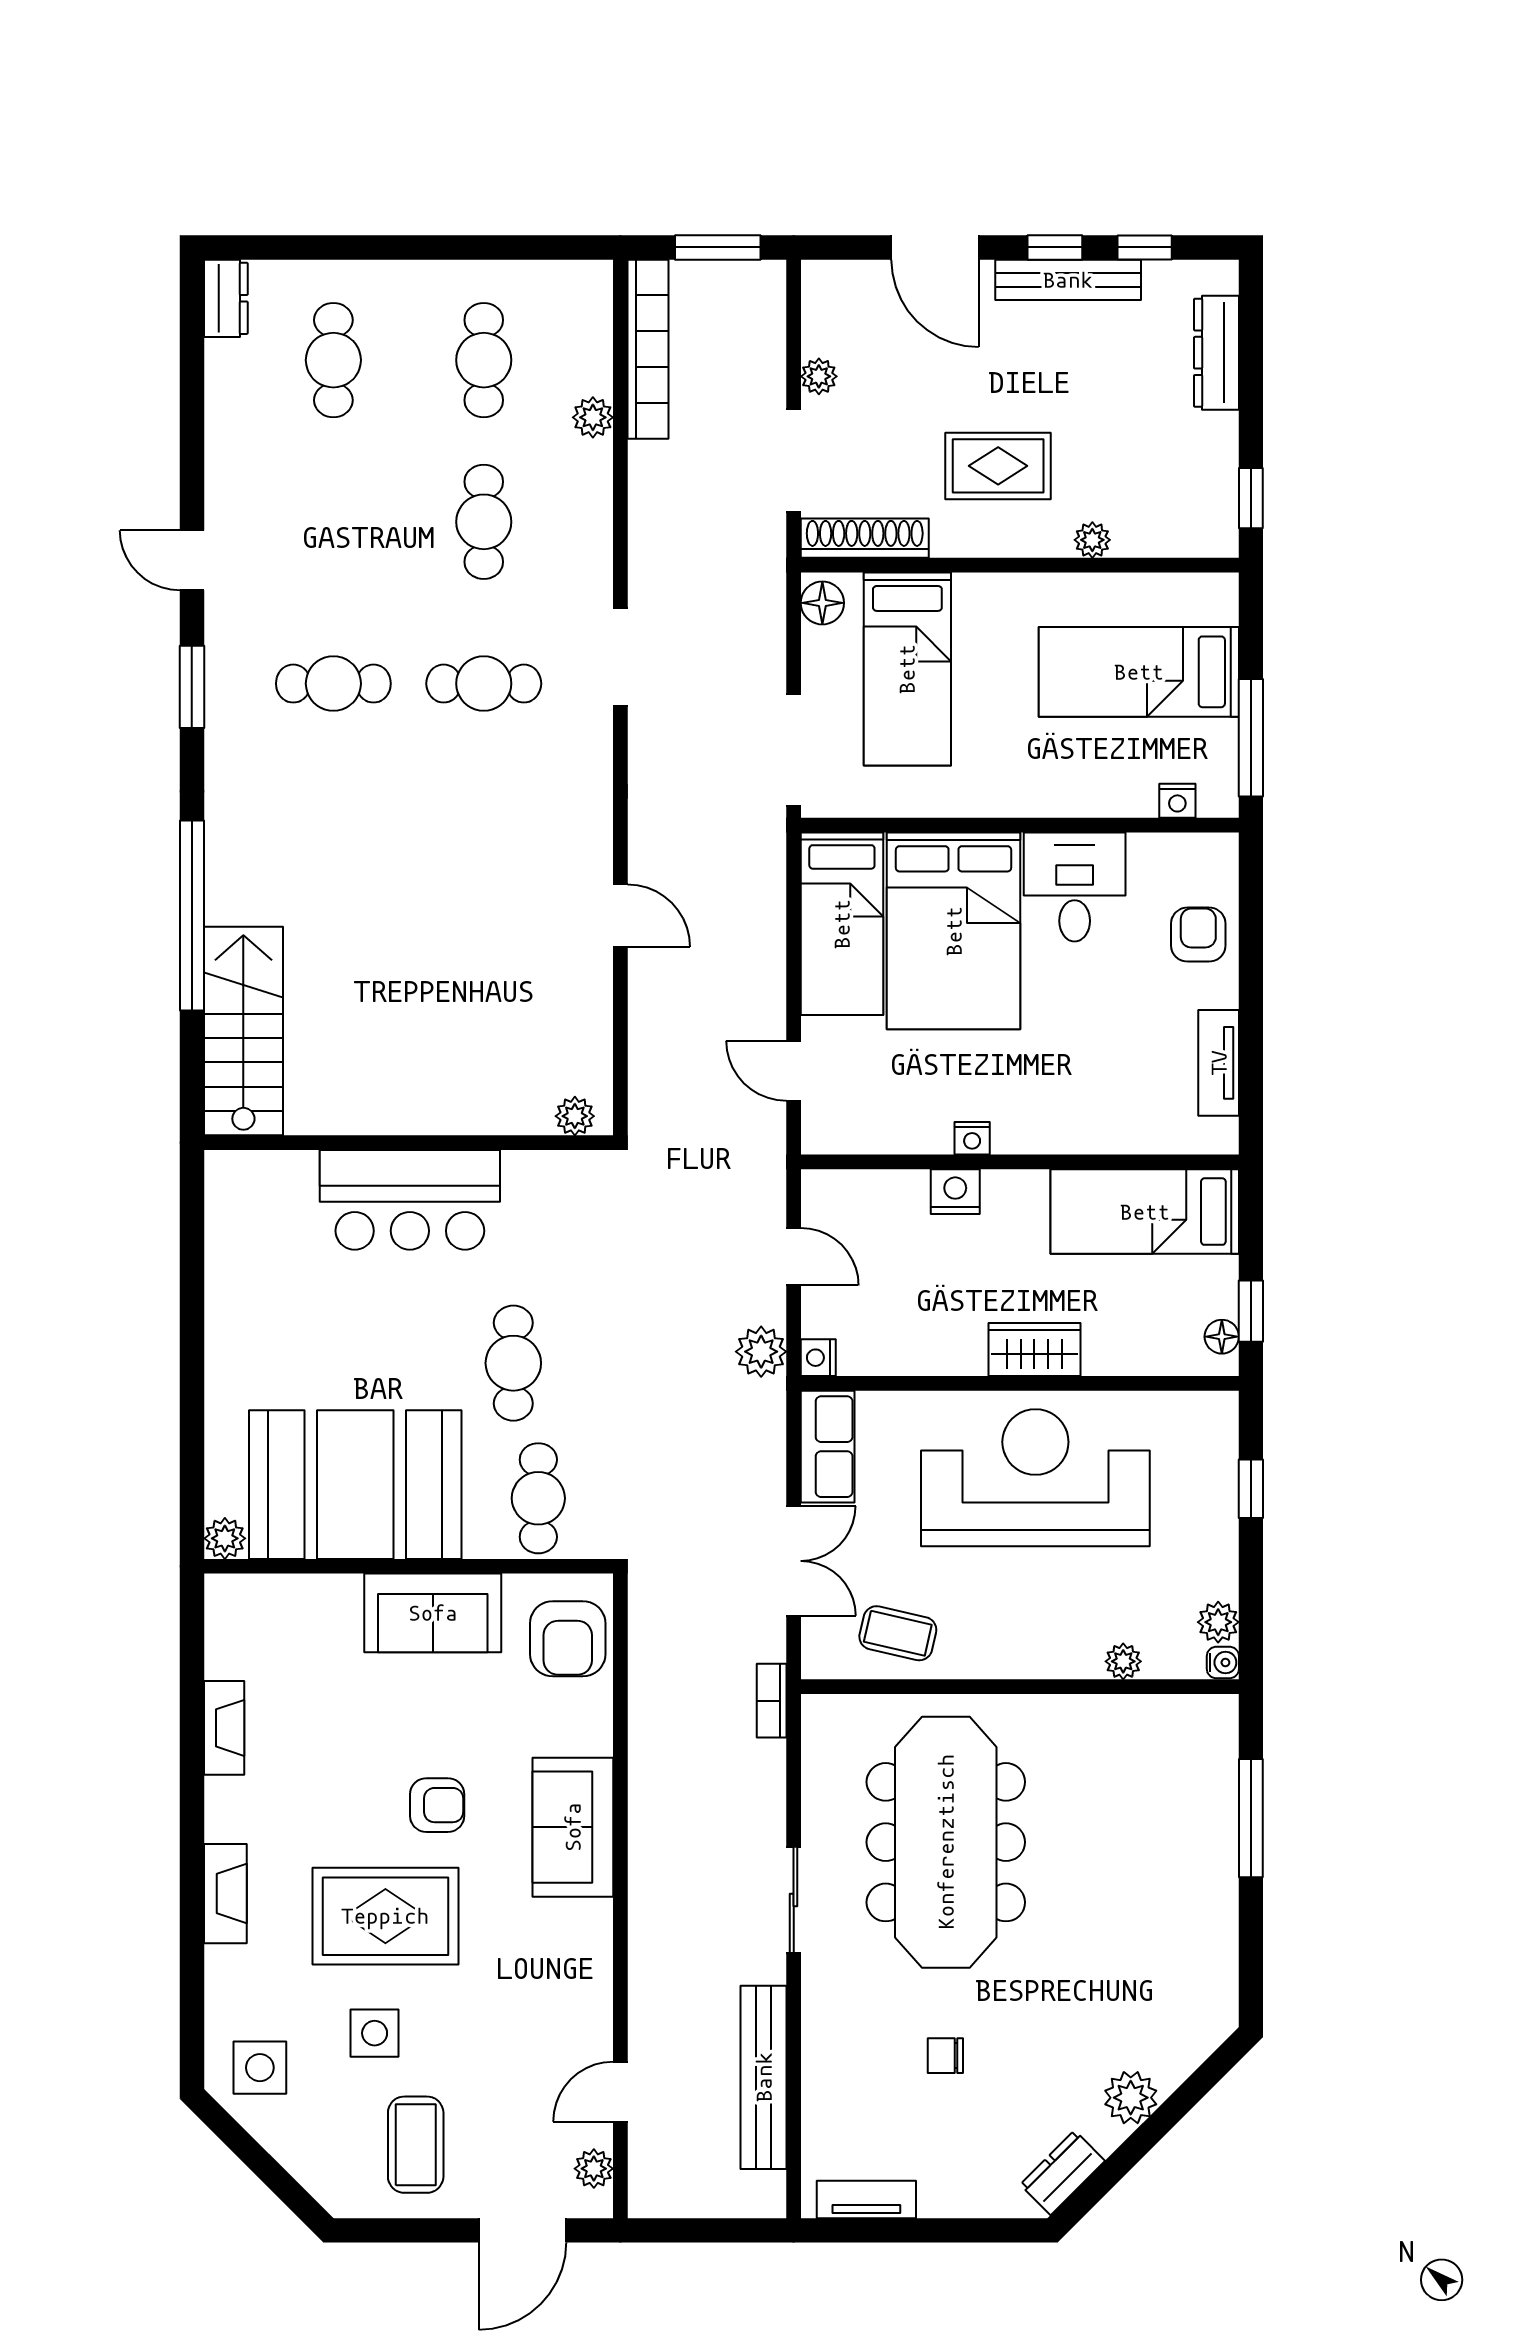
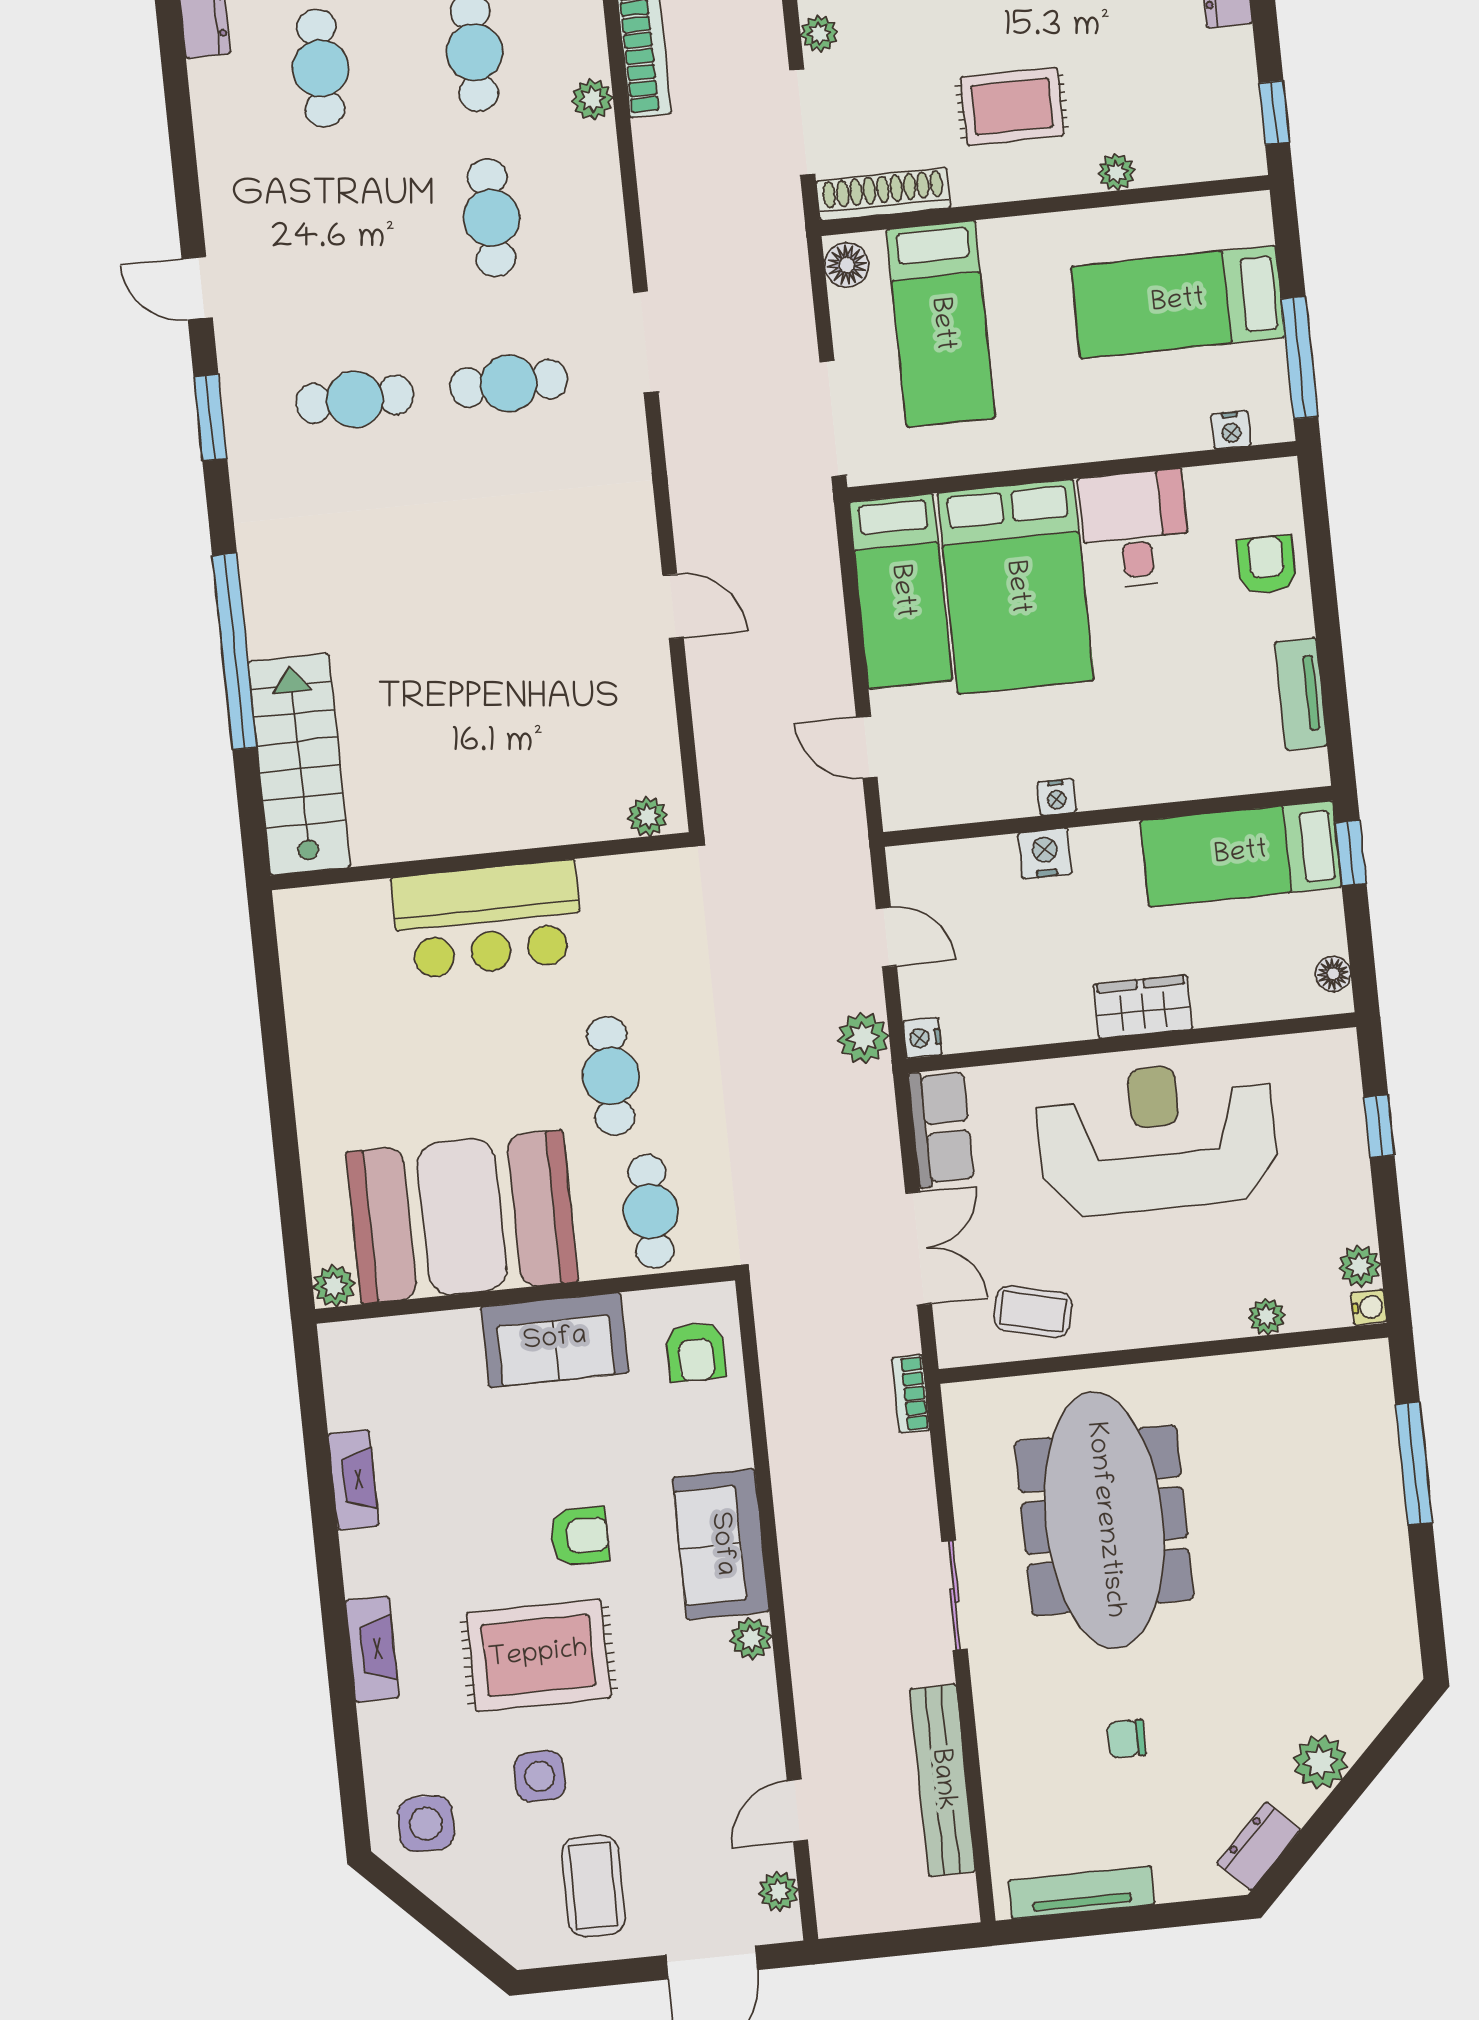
window: (1251, 1311) -> (1351, 853), moved
armchair: (568, 1639) -> (696, 1352), width x0.72, depth x0.72
plant: (593, 1921) -> (751, 1639), added
tv unit: (866, 2199) -> (1081, 1892), width x1.41

